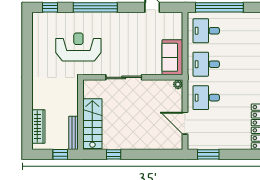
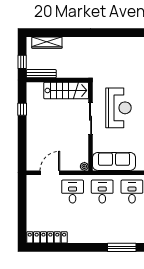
reception desk: (78, 47) -> (119, 108), moved
sofa: (172, 57) -> (114, 161), width x1.36
stairs: (92, 124) -> (66, 90), moved
window: (208, 154) -> (22, 193), removed

